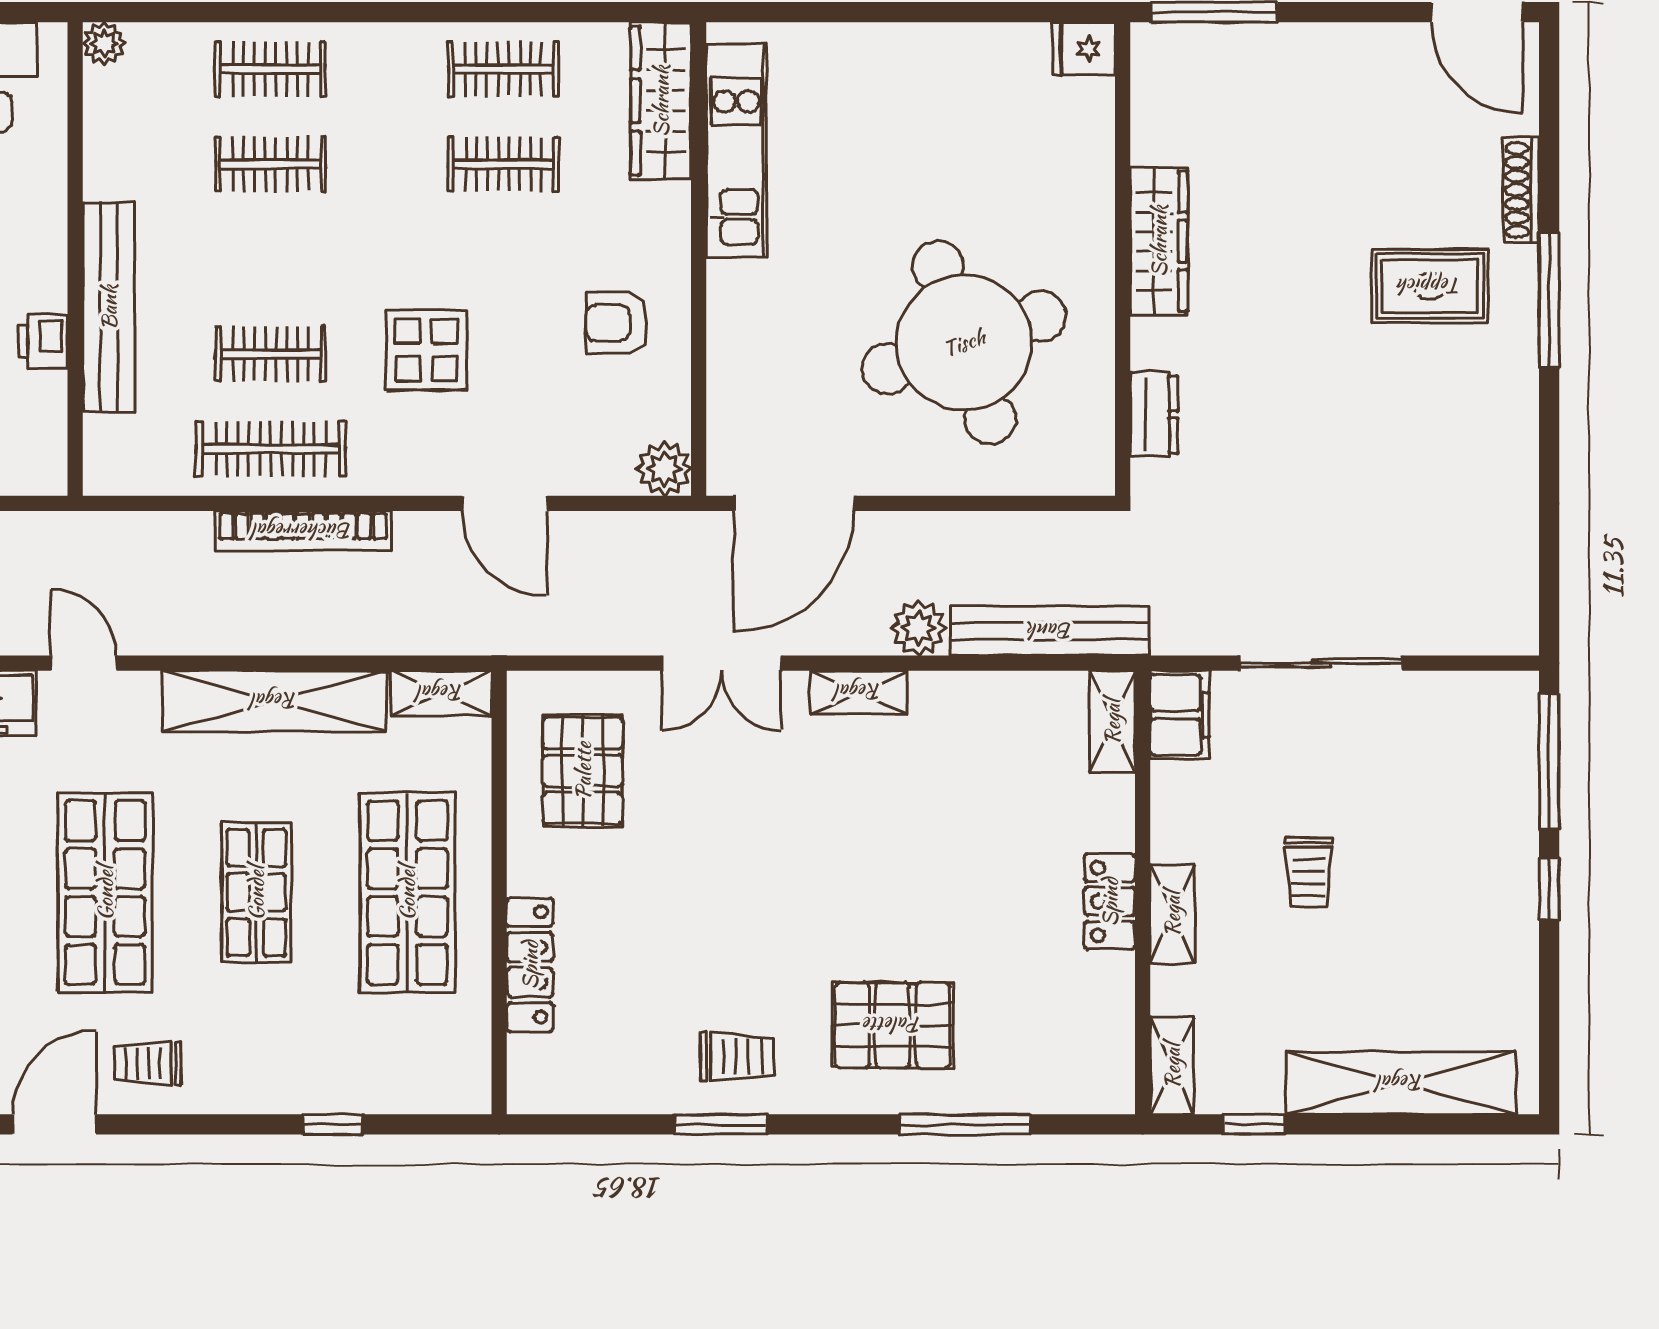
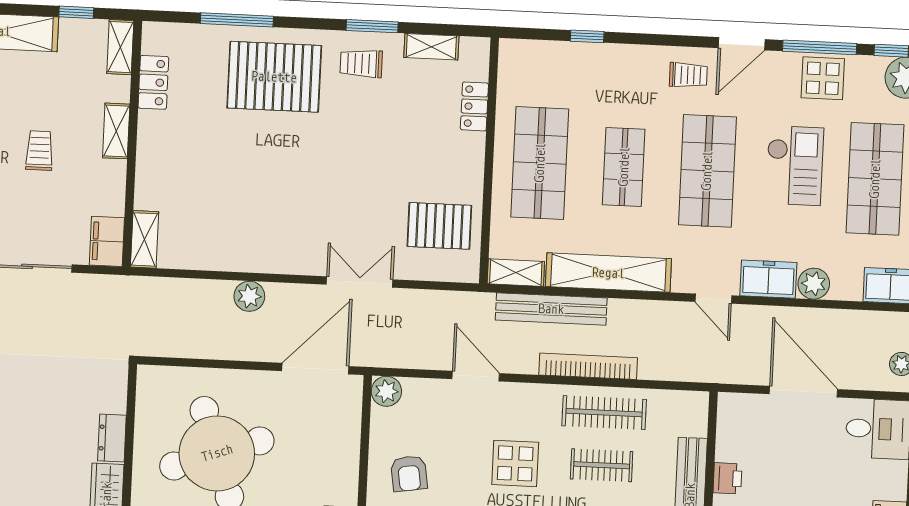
armchair: (617, 323) -> (409, 473), turned 81
dresser: (1154, 415) -> (112, 438), moved
bench: (1050, 631) -> (551, 309), moved
shelving: (859, 692) -> (431, 47), moved
pallet: (583, 771) -> (439, 226), turned 90
locker: (1110, 902) -> (153, 82), moved
locker: (530, 965) -> (474, 106), width x0.66
pallet: (893, 1025) -> (274, 77), width x1.37, depth x1.41

